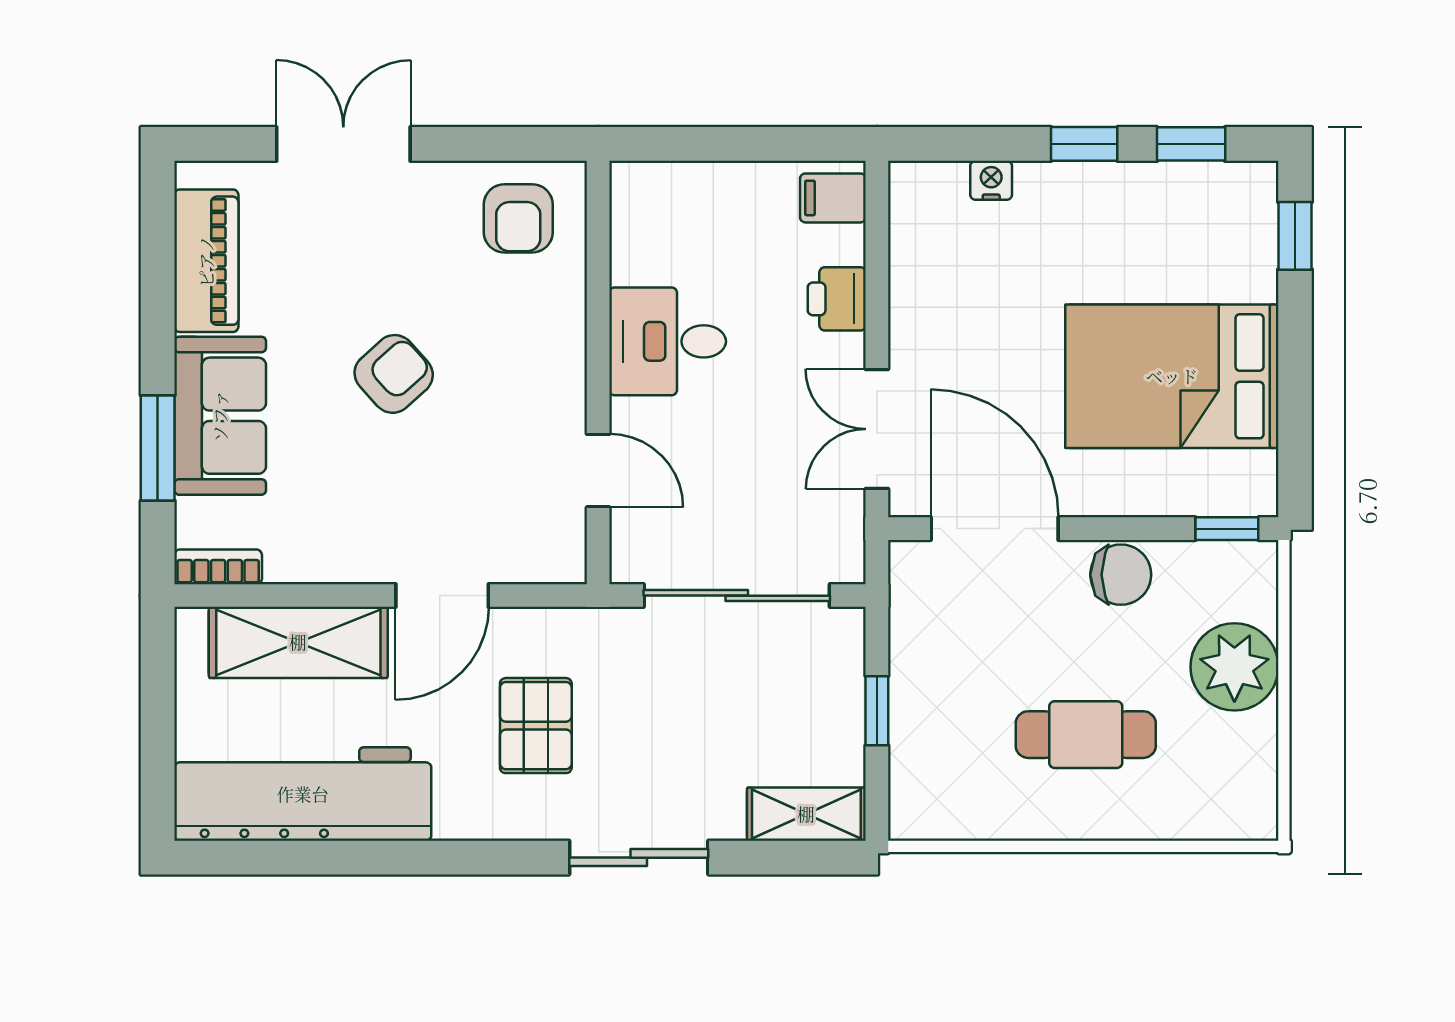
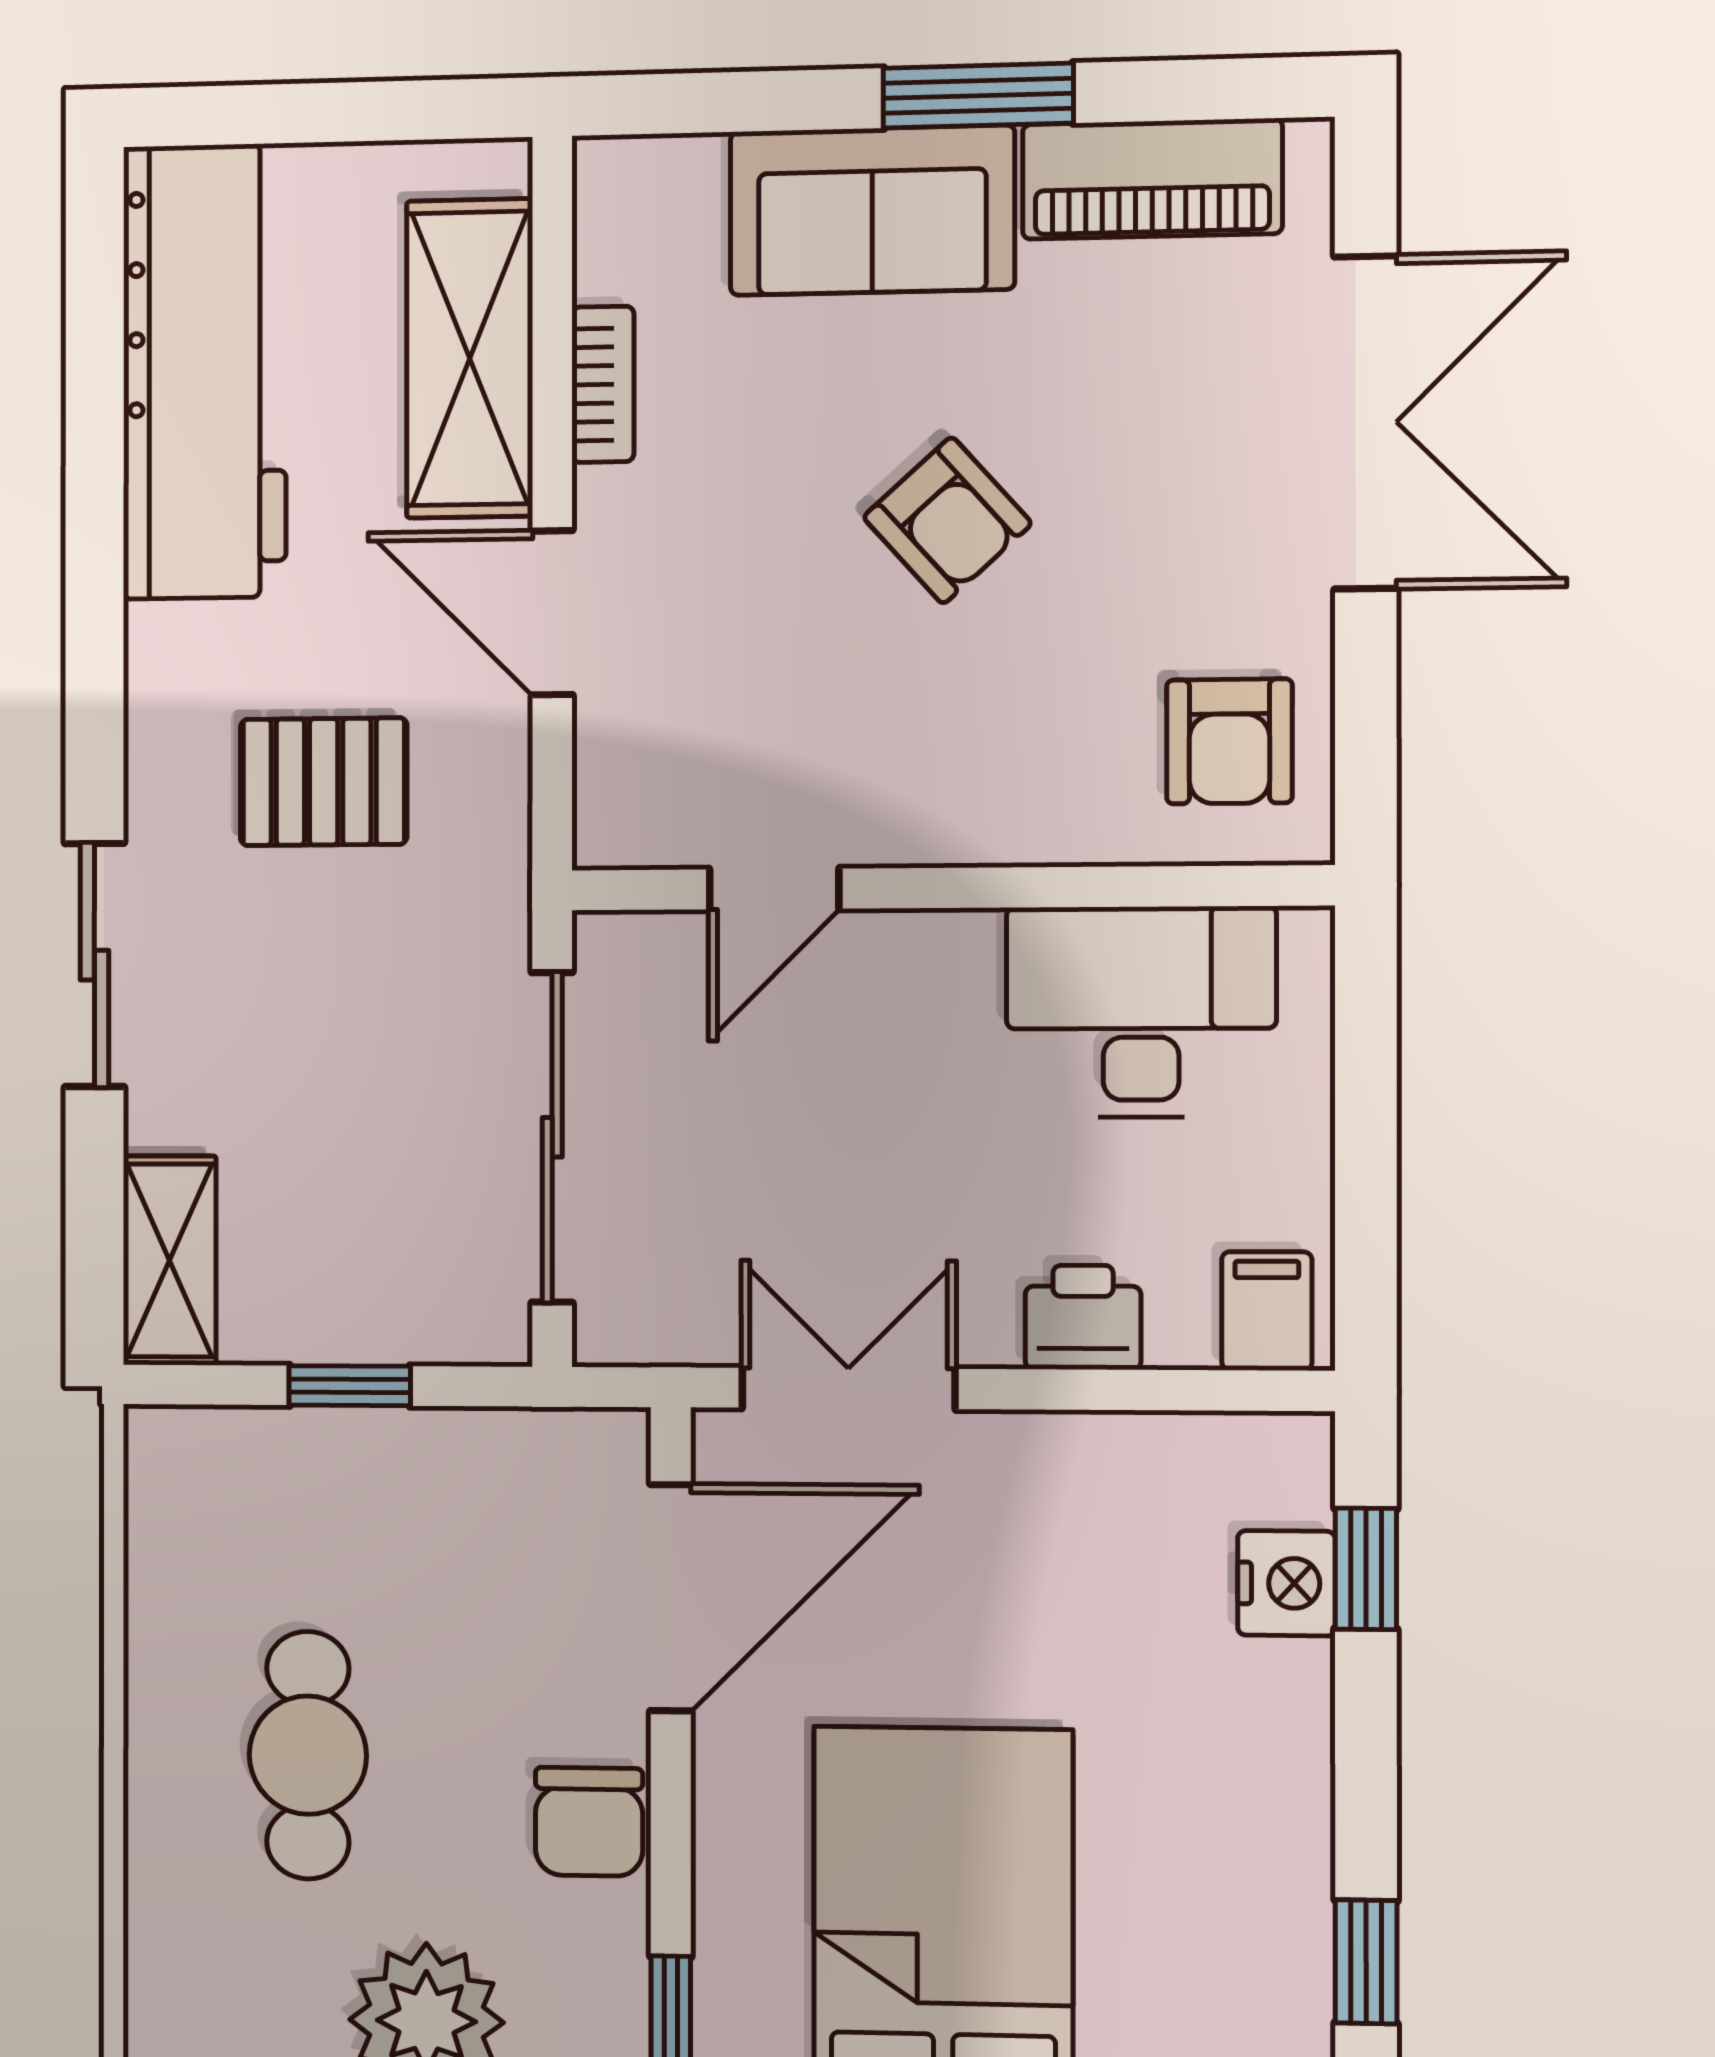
double door: (343, 144) -> (1366, 422), width x1.37
window: (1084, 144) -> (1366, 1569), moved
nightstand: (991, 180) -> (1286, 1583), width x1.39, depth x1.35
armchair: (518, 218) -> (1229, 741), turned -90
desk: (668, 341) -> (1141, 1012), moved, width x1.37
window: (158, 448) -> (978, 96), moved
bookcase: (218, 567) -> (603, 384), moved

